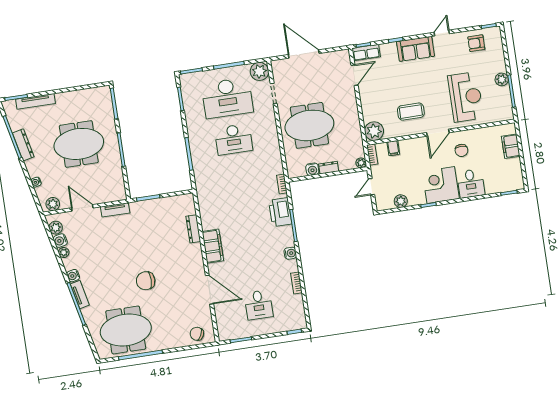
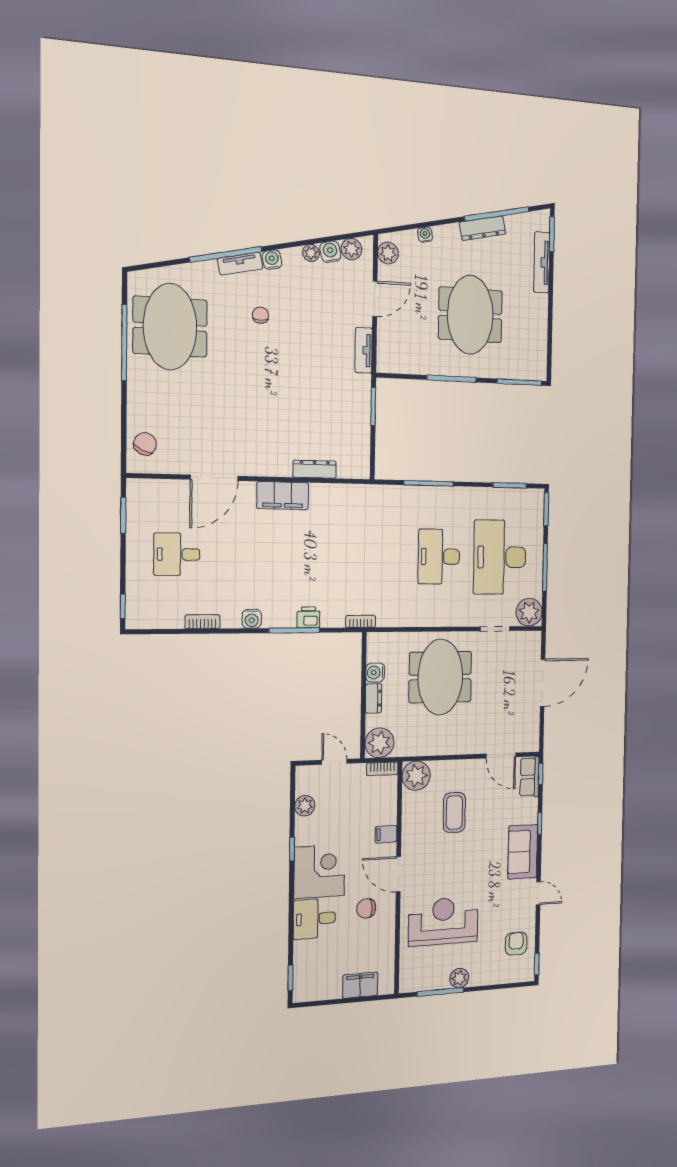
reception desk: (466, 97) -> (443, 921), turned 180
coffee table: (411, 112) -> (454, 812), moved
filing cabinet: (393, 148) -> (386, 834), moved
plant: (361, 163) -> (379, 743), width x1.87, depth x1.87
printer: (280, 212) -> (308, 617), width x0.53, depth x0.68
chair: (146, 281) -> (260, 315), moved, width x0.54, depth x0.54

